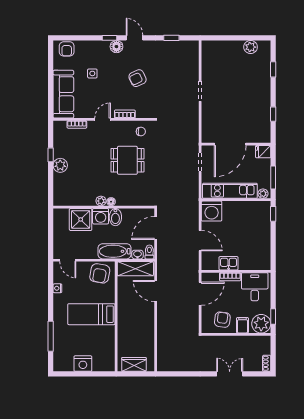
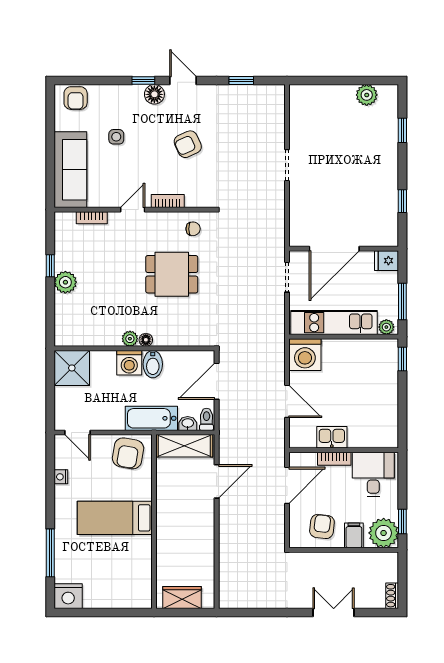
shower: (81, 219) -> (72, 368), moved
door: (156, 291) -> (217, 481), swing flipped
nightstand: (83, 364) -> (68, 596), moved

